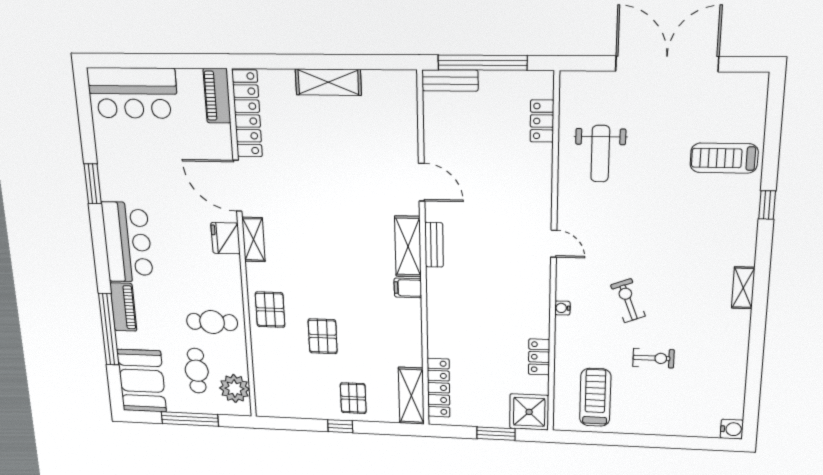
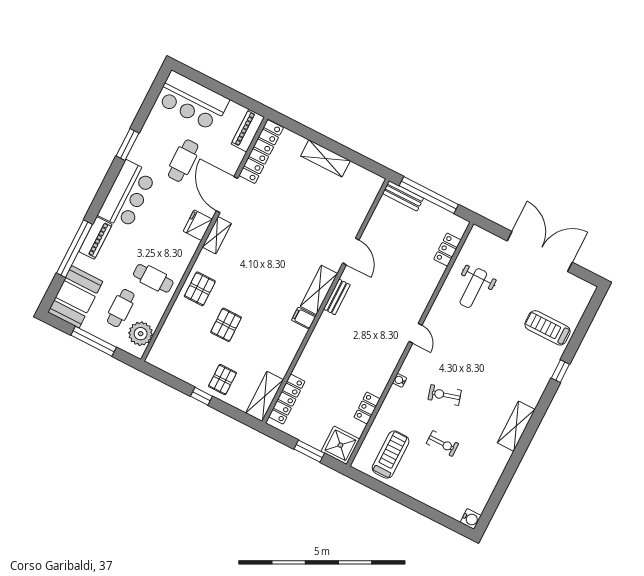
cafe table: (165, 171) -> (183, 161), added
shelving: (743, 288) -> (516, 426), width x1.50, depth x1.33
exercise bike: (628, 301) -> (445, 395), turned -85

